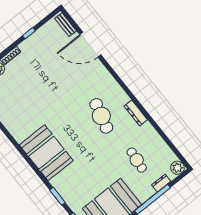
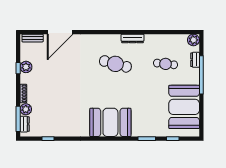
plant: (35, 39) -> (26, 67), added

